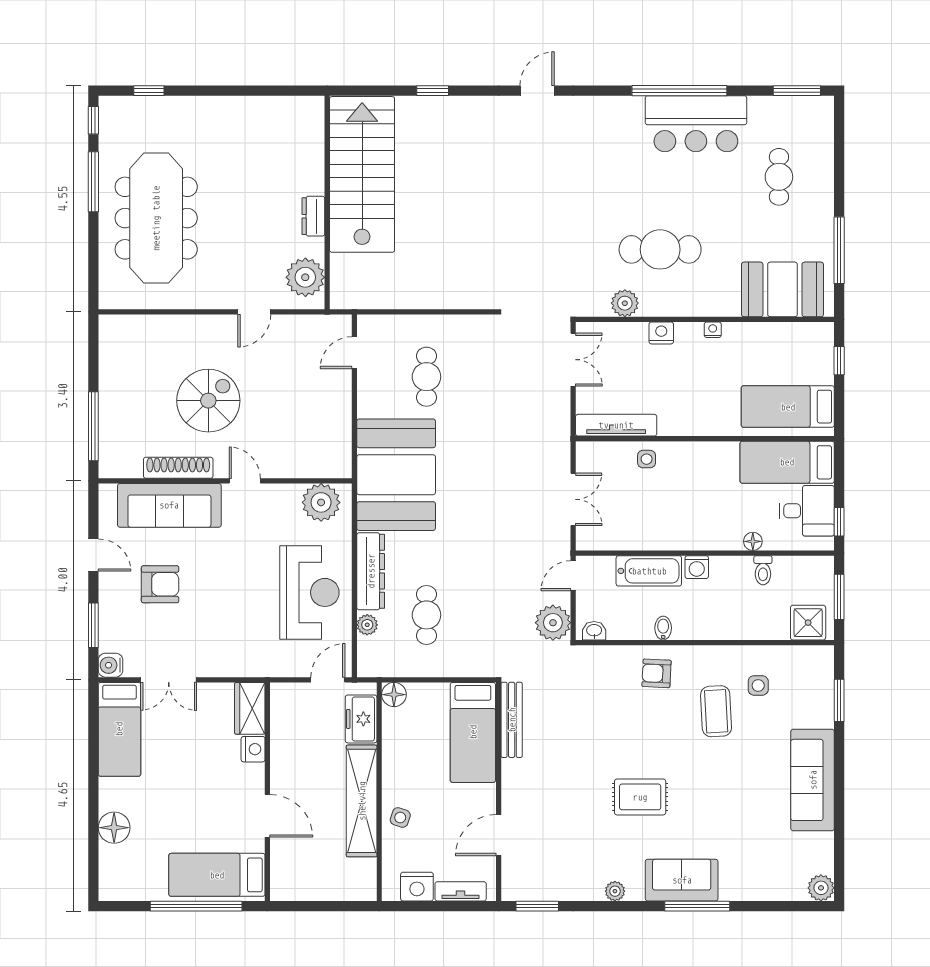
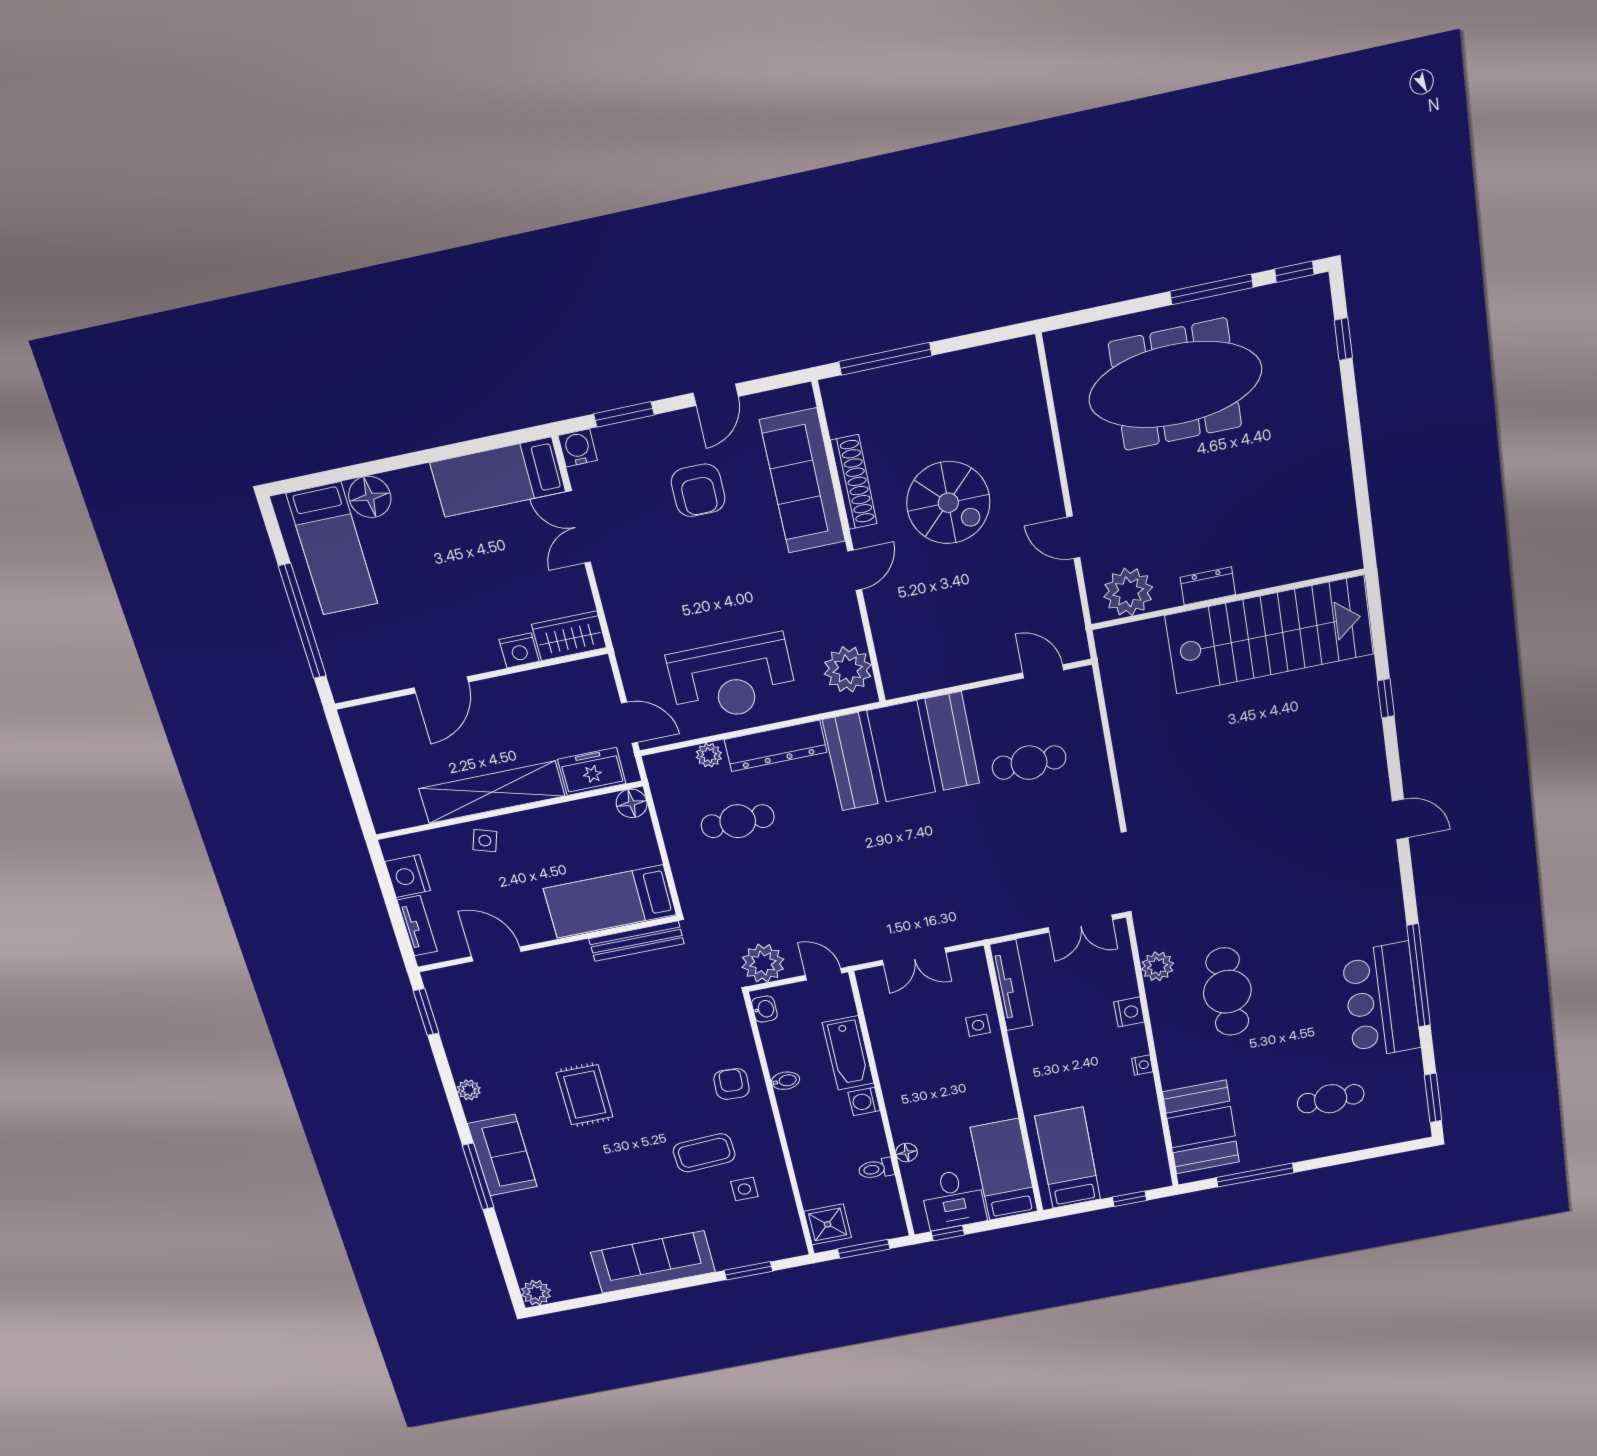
bed: (217, 875) -> (332, 549), moved, turned 180

